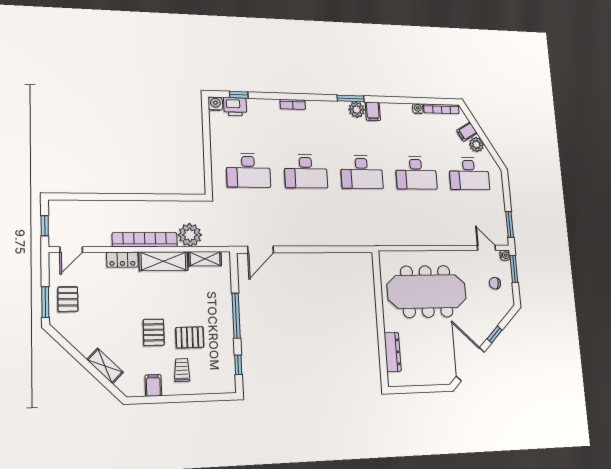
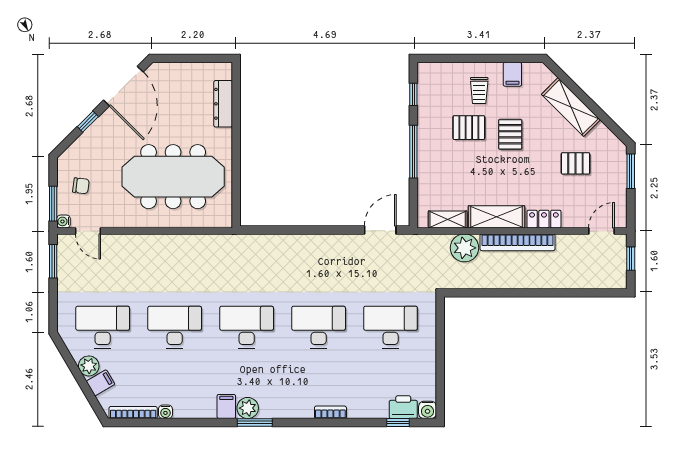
pallet: (68, 299) -> (575, 163), moved, turned 90
shelving: (105, 366) -> (571, 107), width x1.50, depth x1.33

